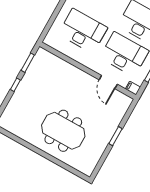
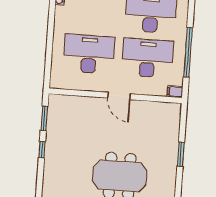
door: (108, 82) -> (119, 96), moved

